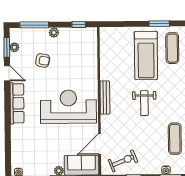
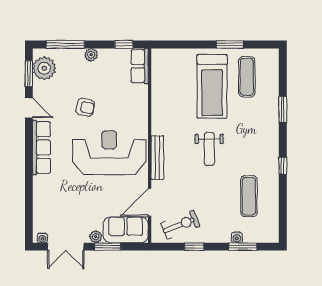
row of seats: (91, 41) -> (140, 66), added
plant: (14, 47) -> (44, 68), width x1.87, depth x1.87
armchair: (43, 60) -> (85, 107), moved
bench: (105, 97) -> (157, 158), moved

